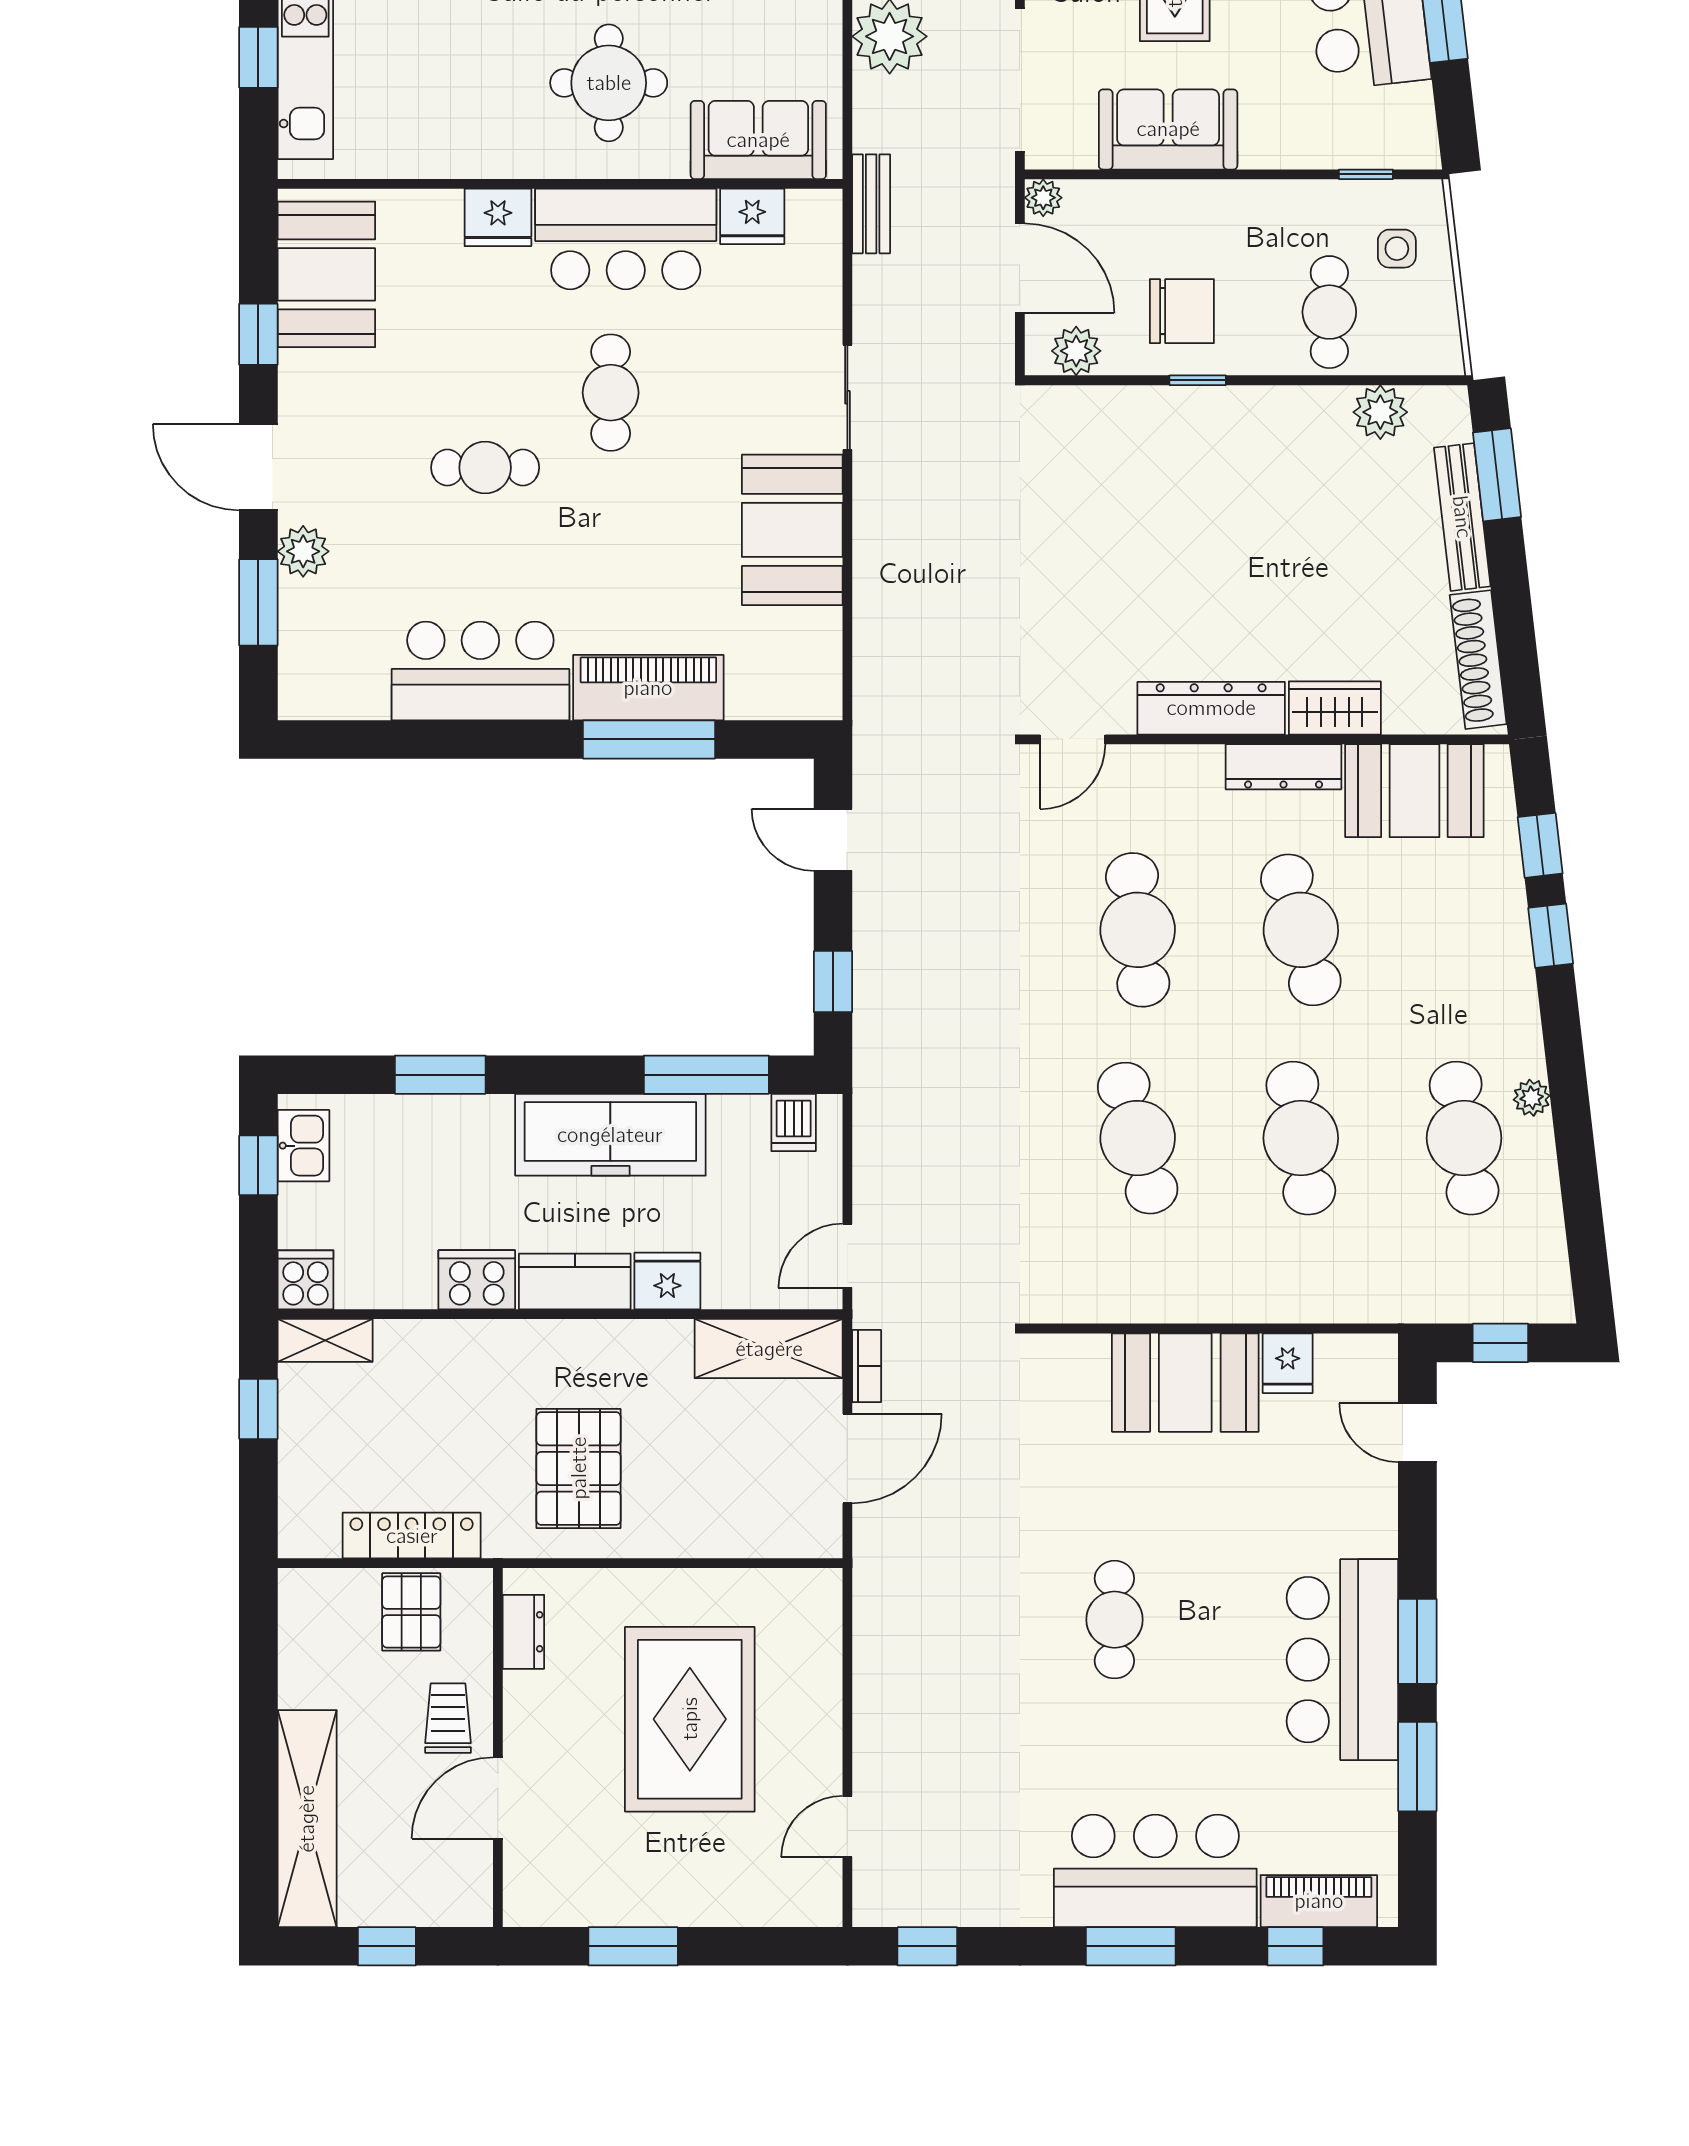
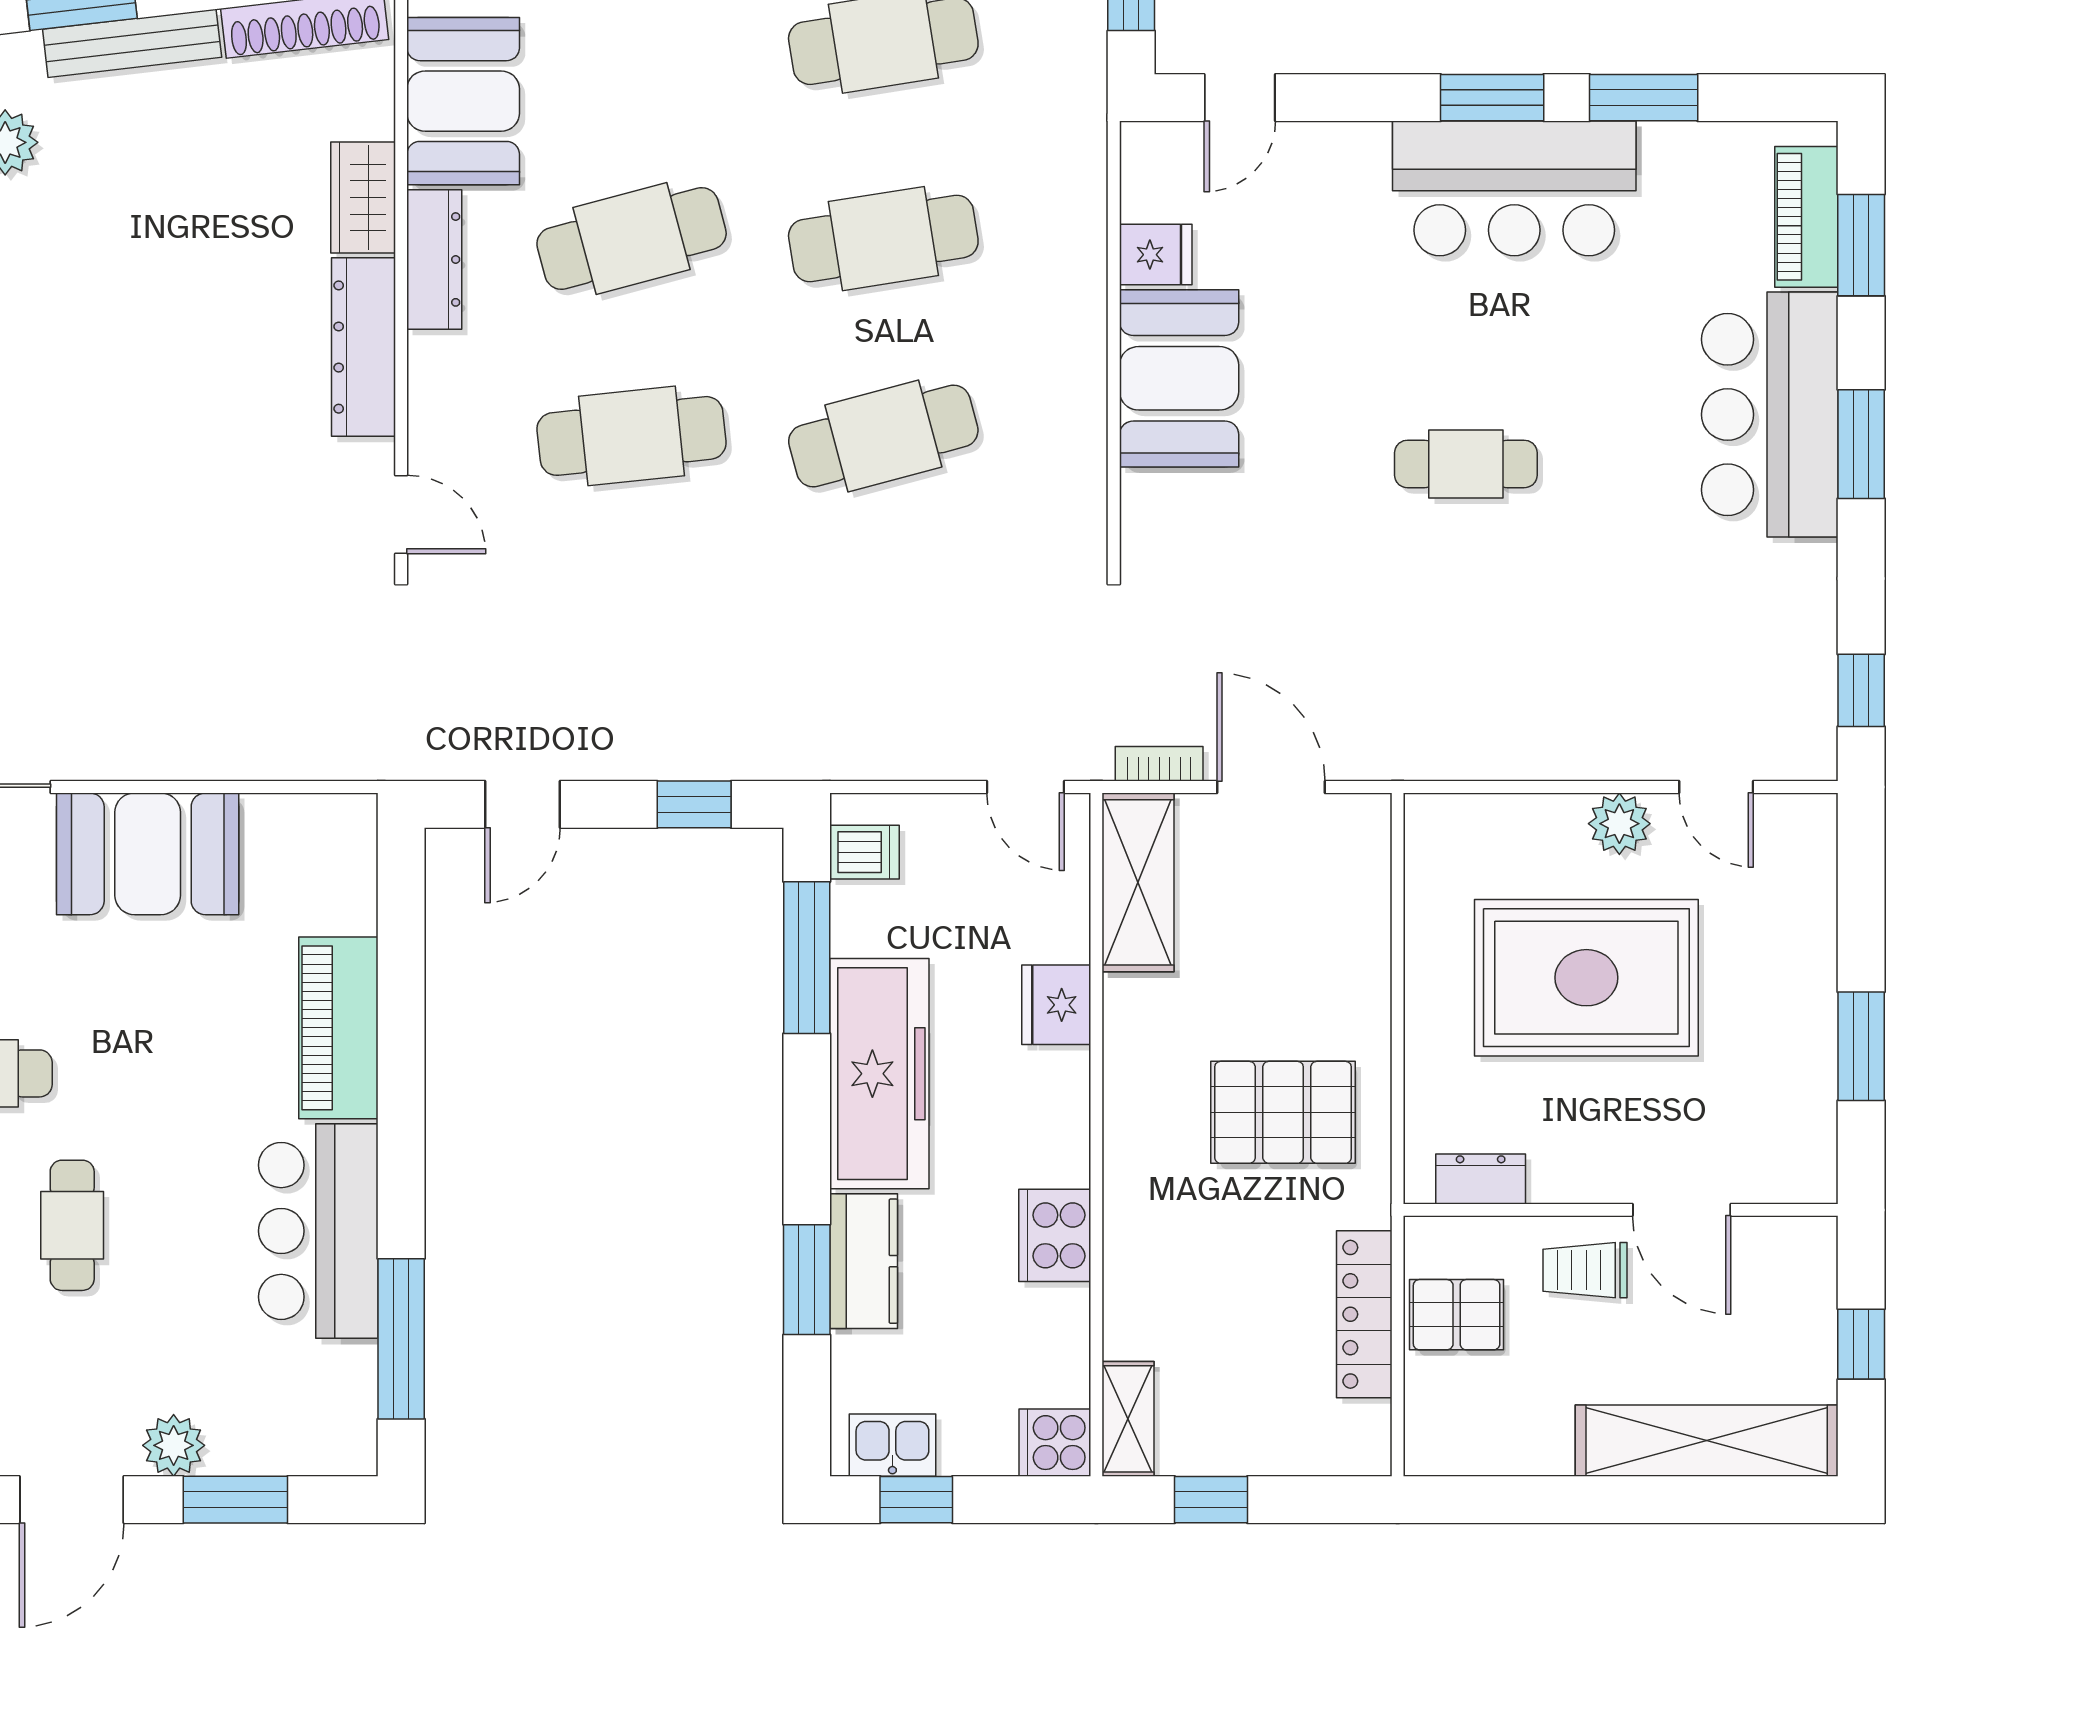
window: (649, 739) -> (401, 1339), moved
kitchen counter: (575, 1281) -> (864, 1261), moved, turned 180
plant: (817, 1746) -> (1619, 824), added
window: (1295, 1946) -> (1861, 245), width x1.50

